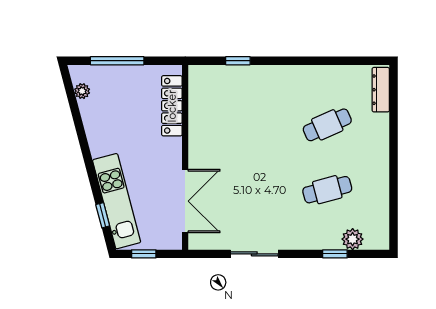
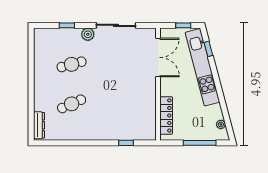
kitchen unit: (117, 201) -> (202, 67), width x1.36
double door: (185, 201) -> (158, 57), swing flipped
plant: (353, 239) -> (88, 34), moved
sliding door: (254, 254) -> (116, 25), width x1.37

